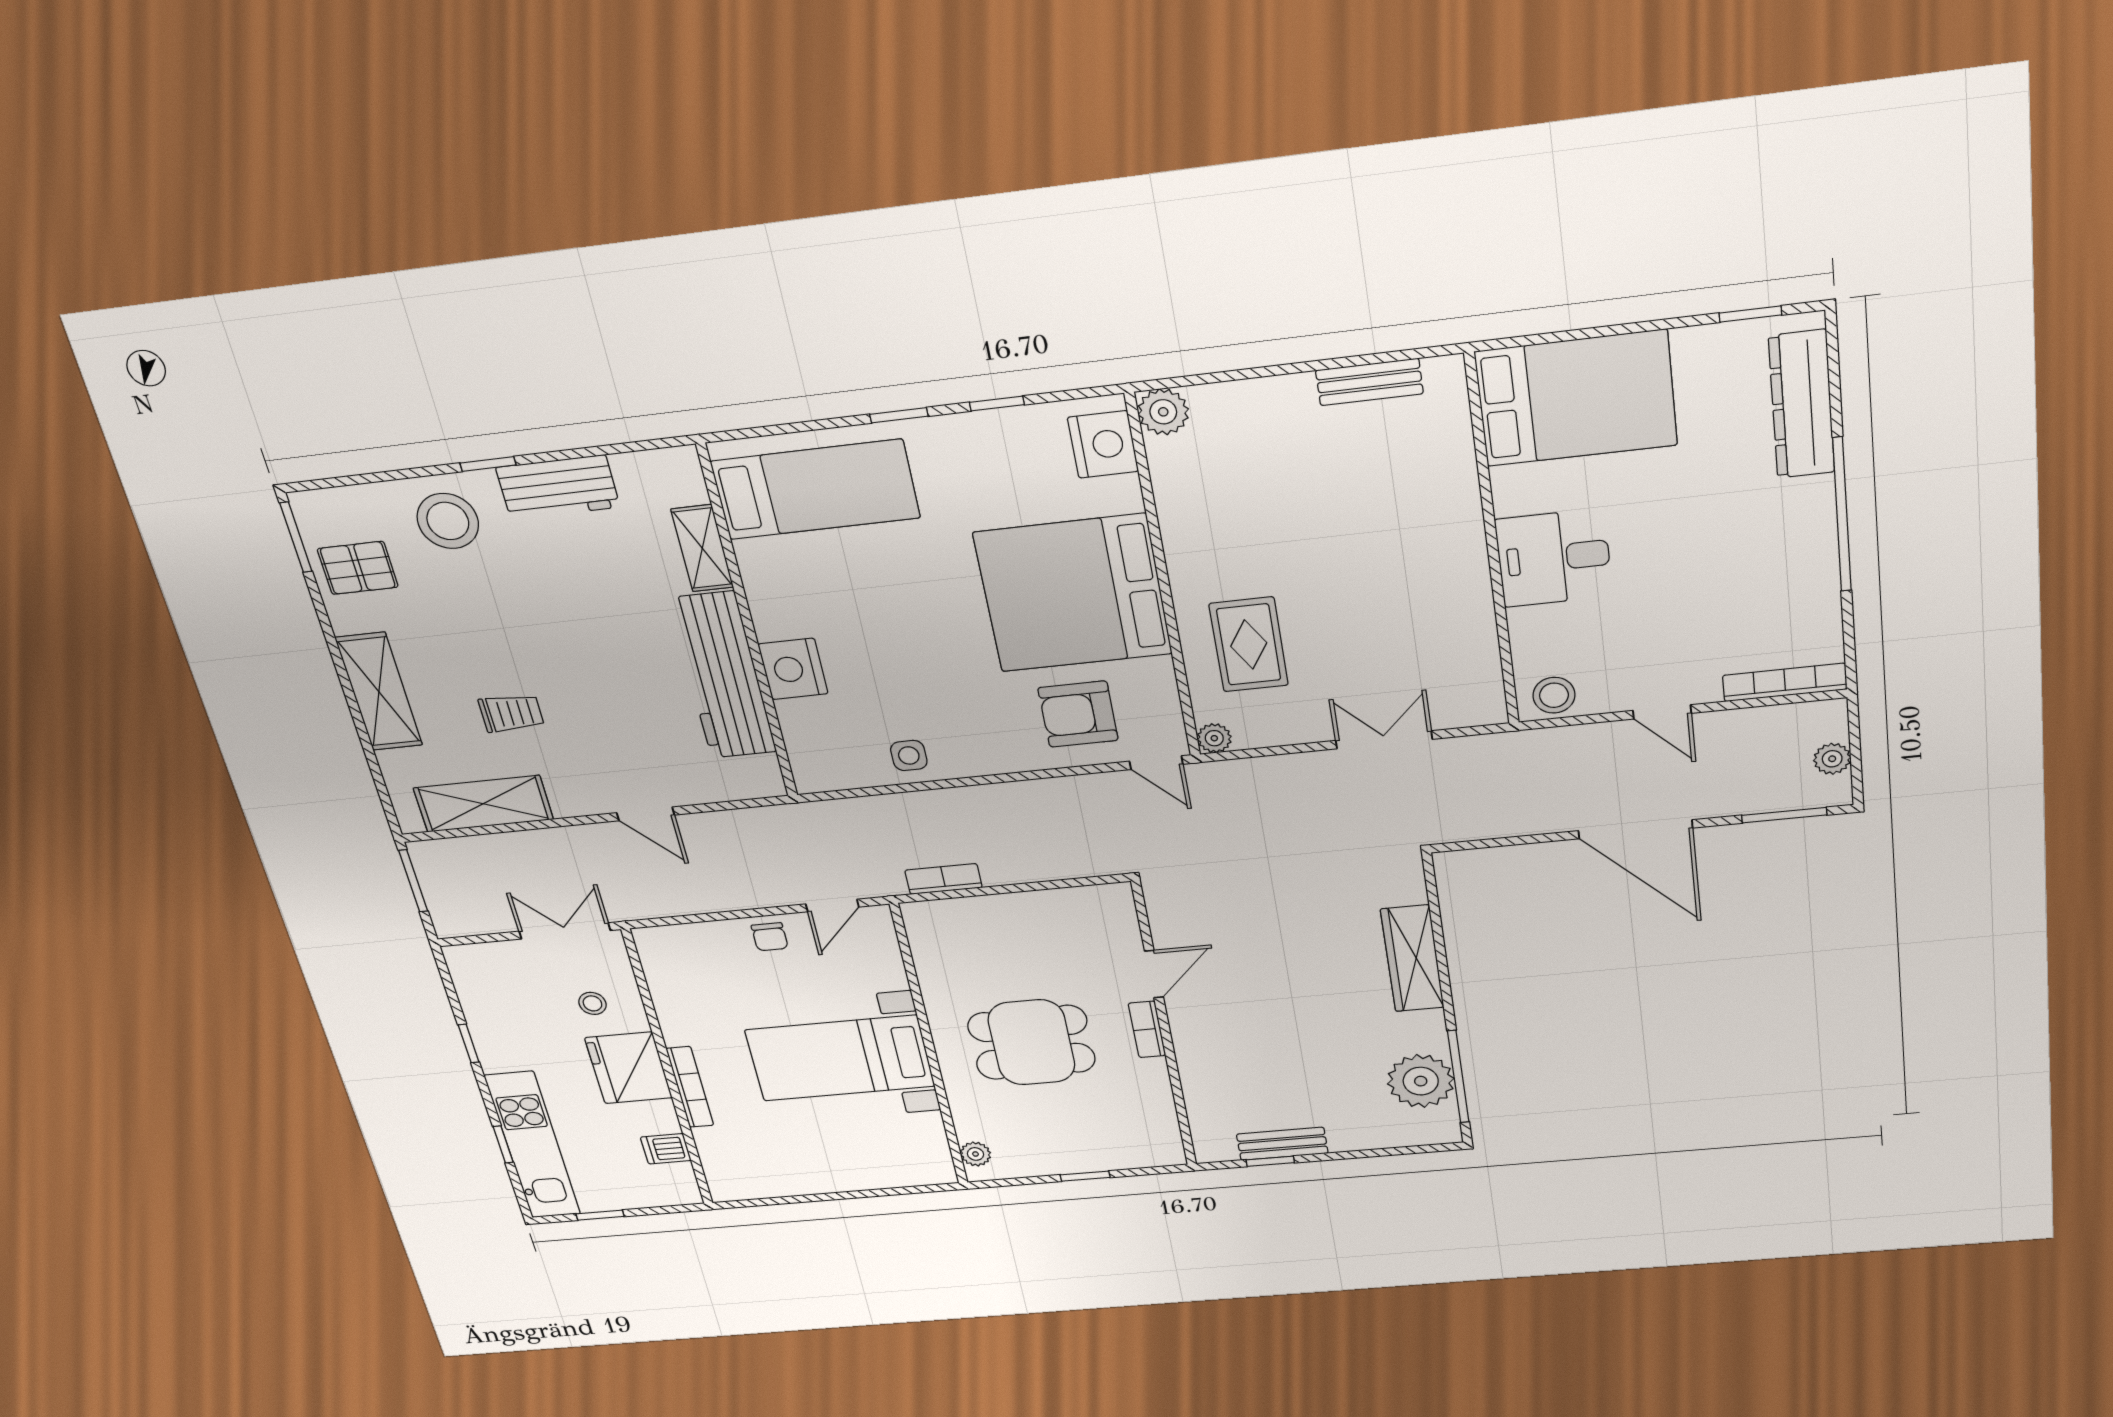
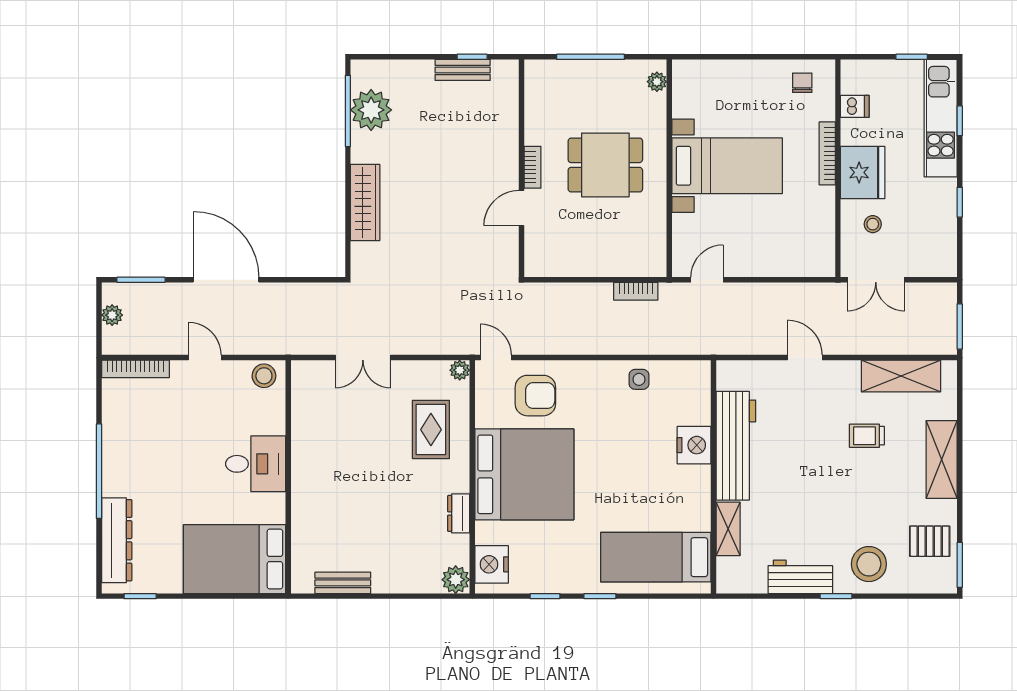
dresser: (1177, 520) -> (459, 513), added
chair: (770, 937) -> (802, 83), moved
window: (1085, 1176) -> (591, 57), width x2.17

